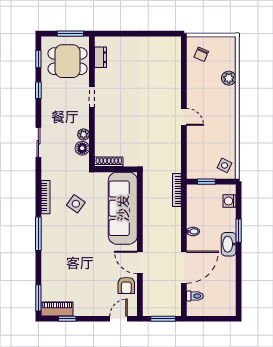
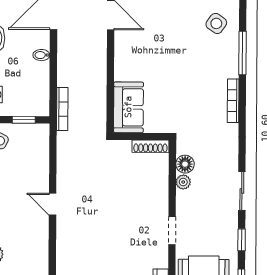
sliding door: (38, 142) -> (242, 191), moved
side table: (76, 204) -> (216, 23), moved
sofa: (123, 208) -> (128, 107), width x0.54, depth x0.79

